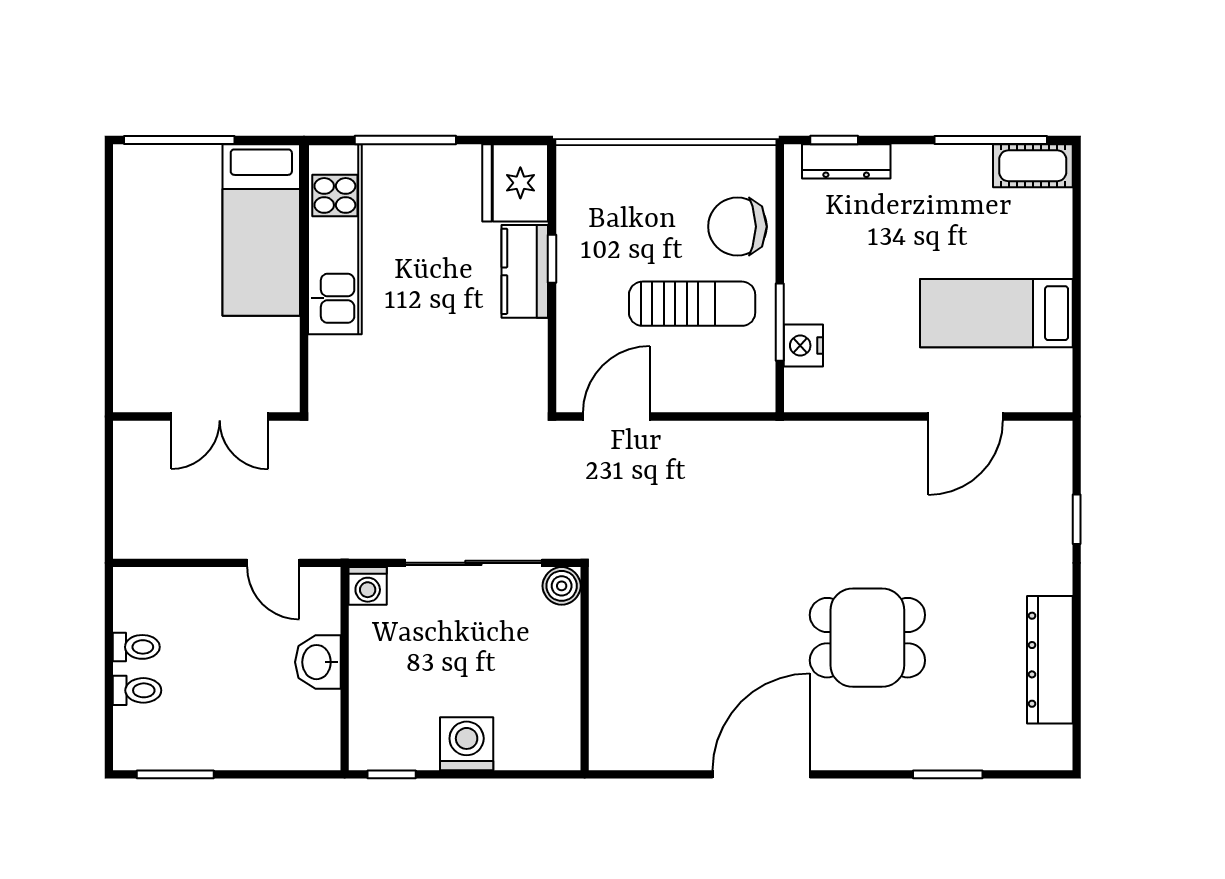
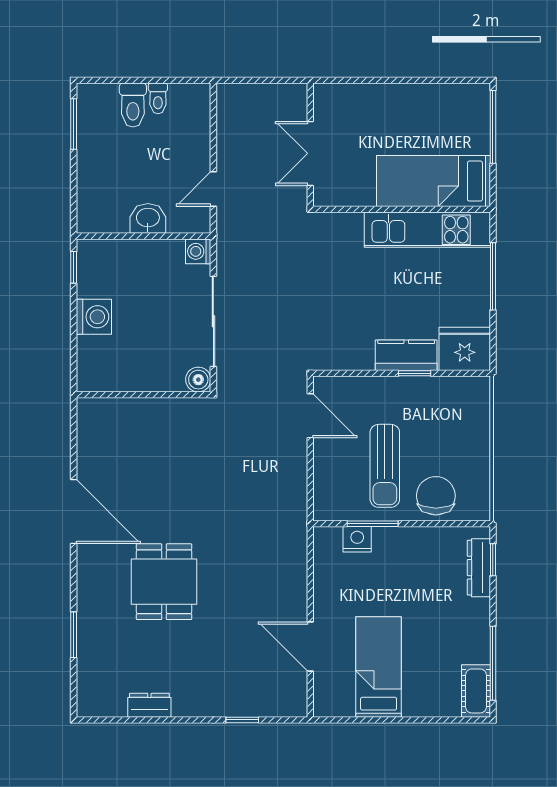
dresser: (1050, 660) -> (149, 705), width x0.51, depth x0.80
toilet: (137, 690) -> (133, 105), width x1.37, depth x1.39

